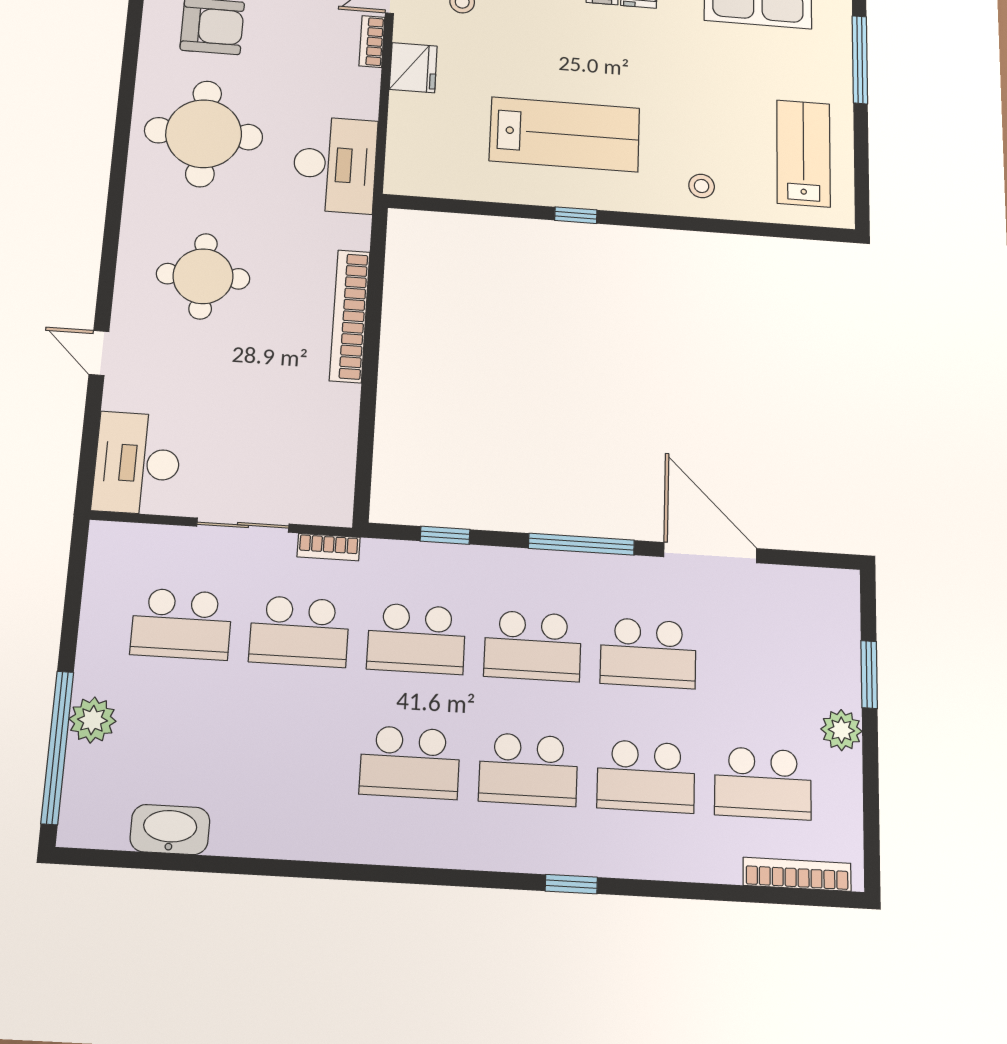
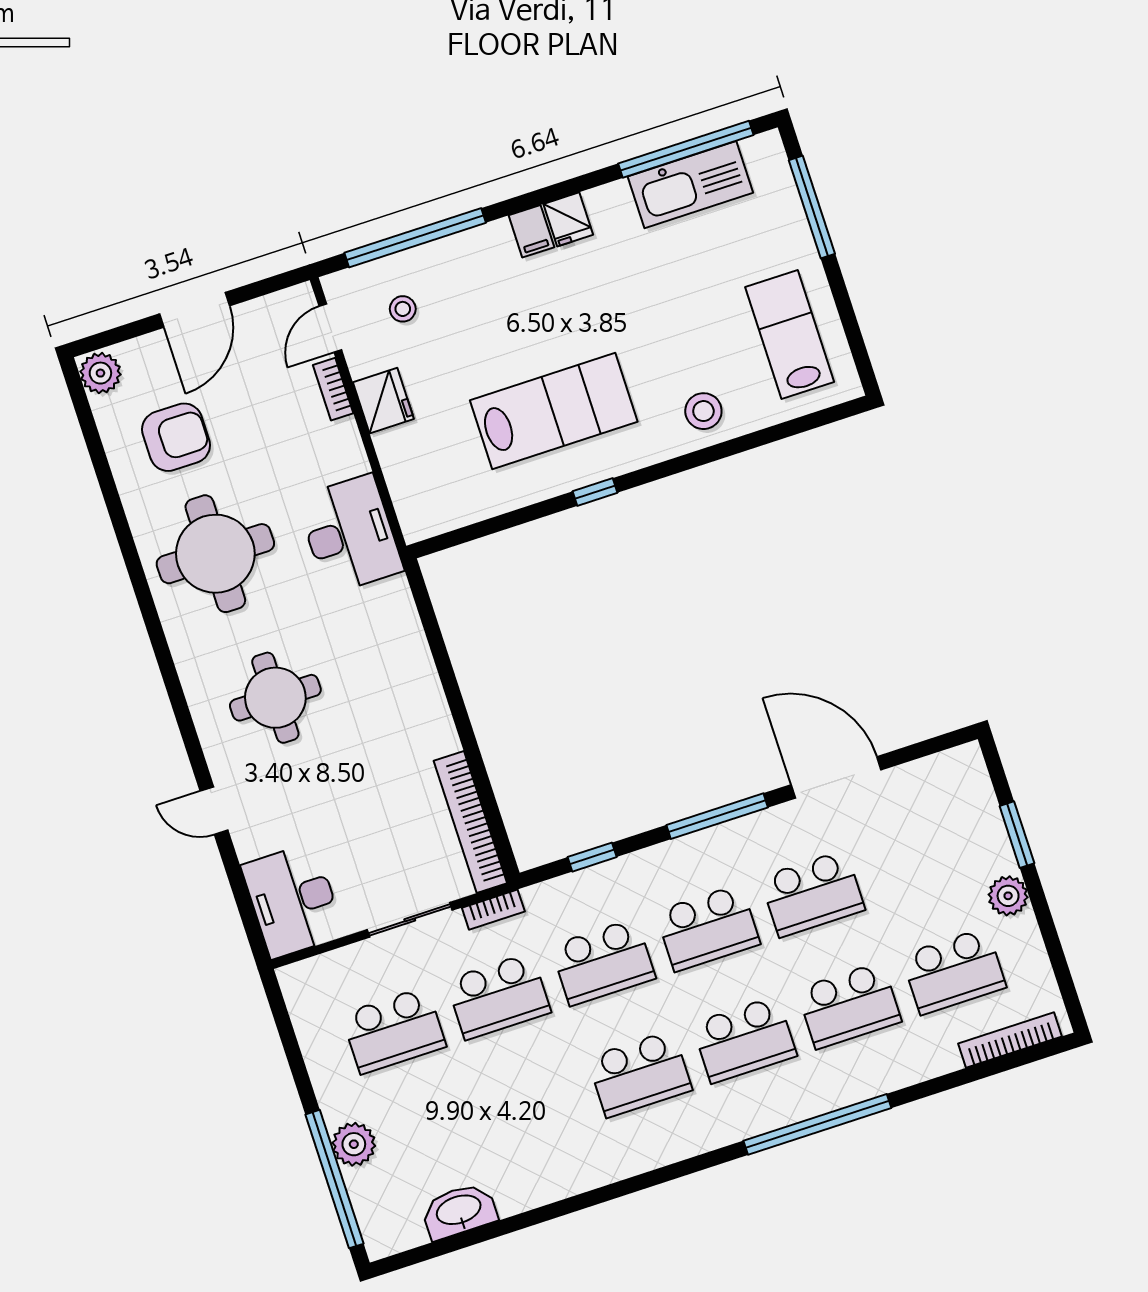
stool: (702, 186) -> (703, 411), width x1.37, depth x1.37
bookcase: (350, 316) -> (470, 822), moved
window: (571, 884) -> (817, 1124), width x3.17

